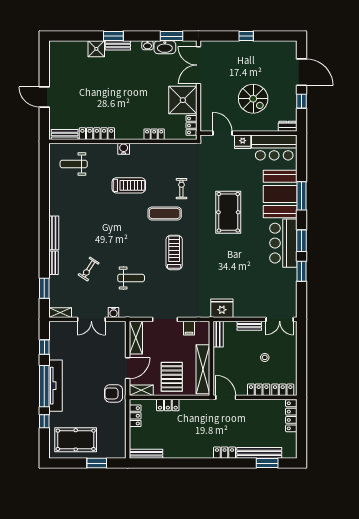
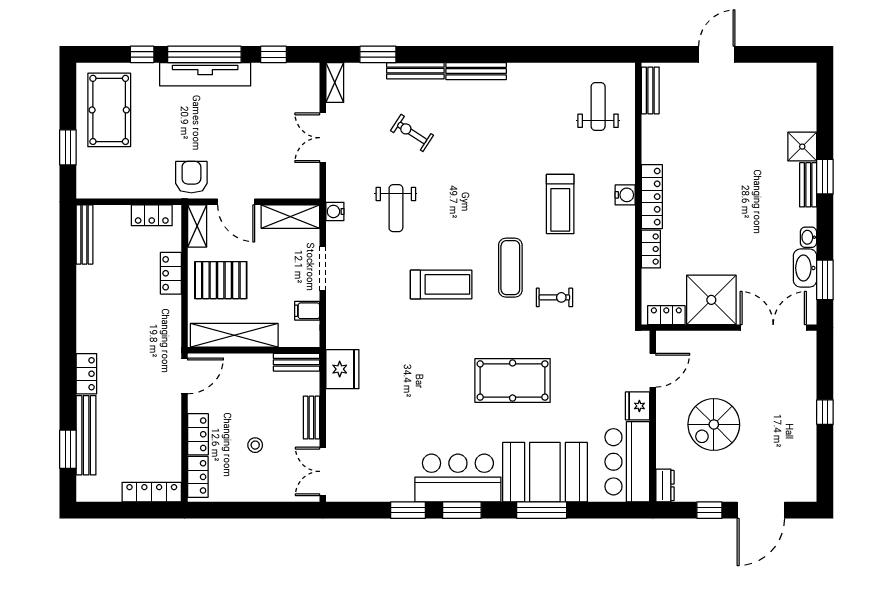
locker: (97, 134) -> (652, 197), moved
bench: (54, 263) -> (415, 71), width x1.36
water cooler: (114, 312) -> (335, 211), moved

